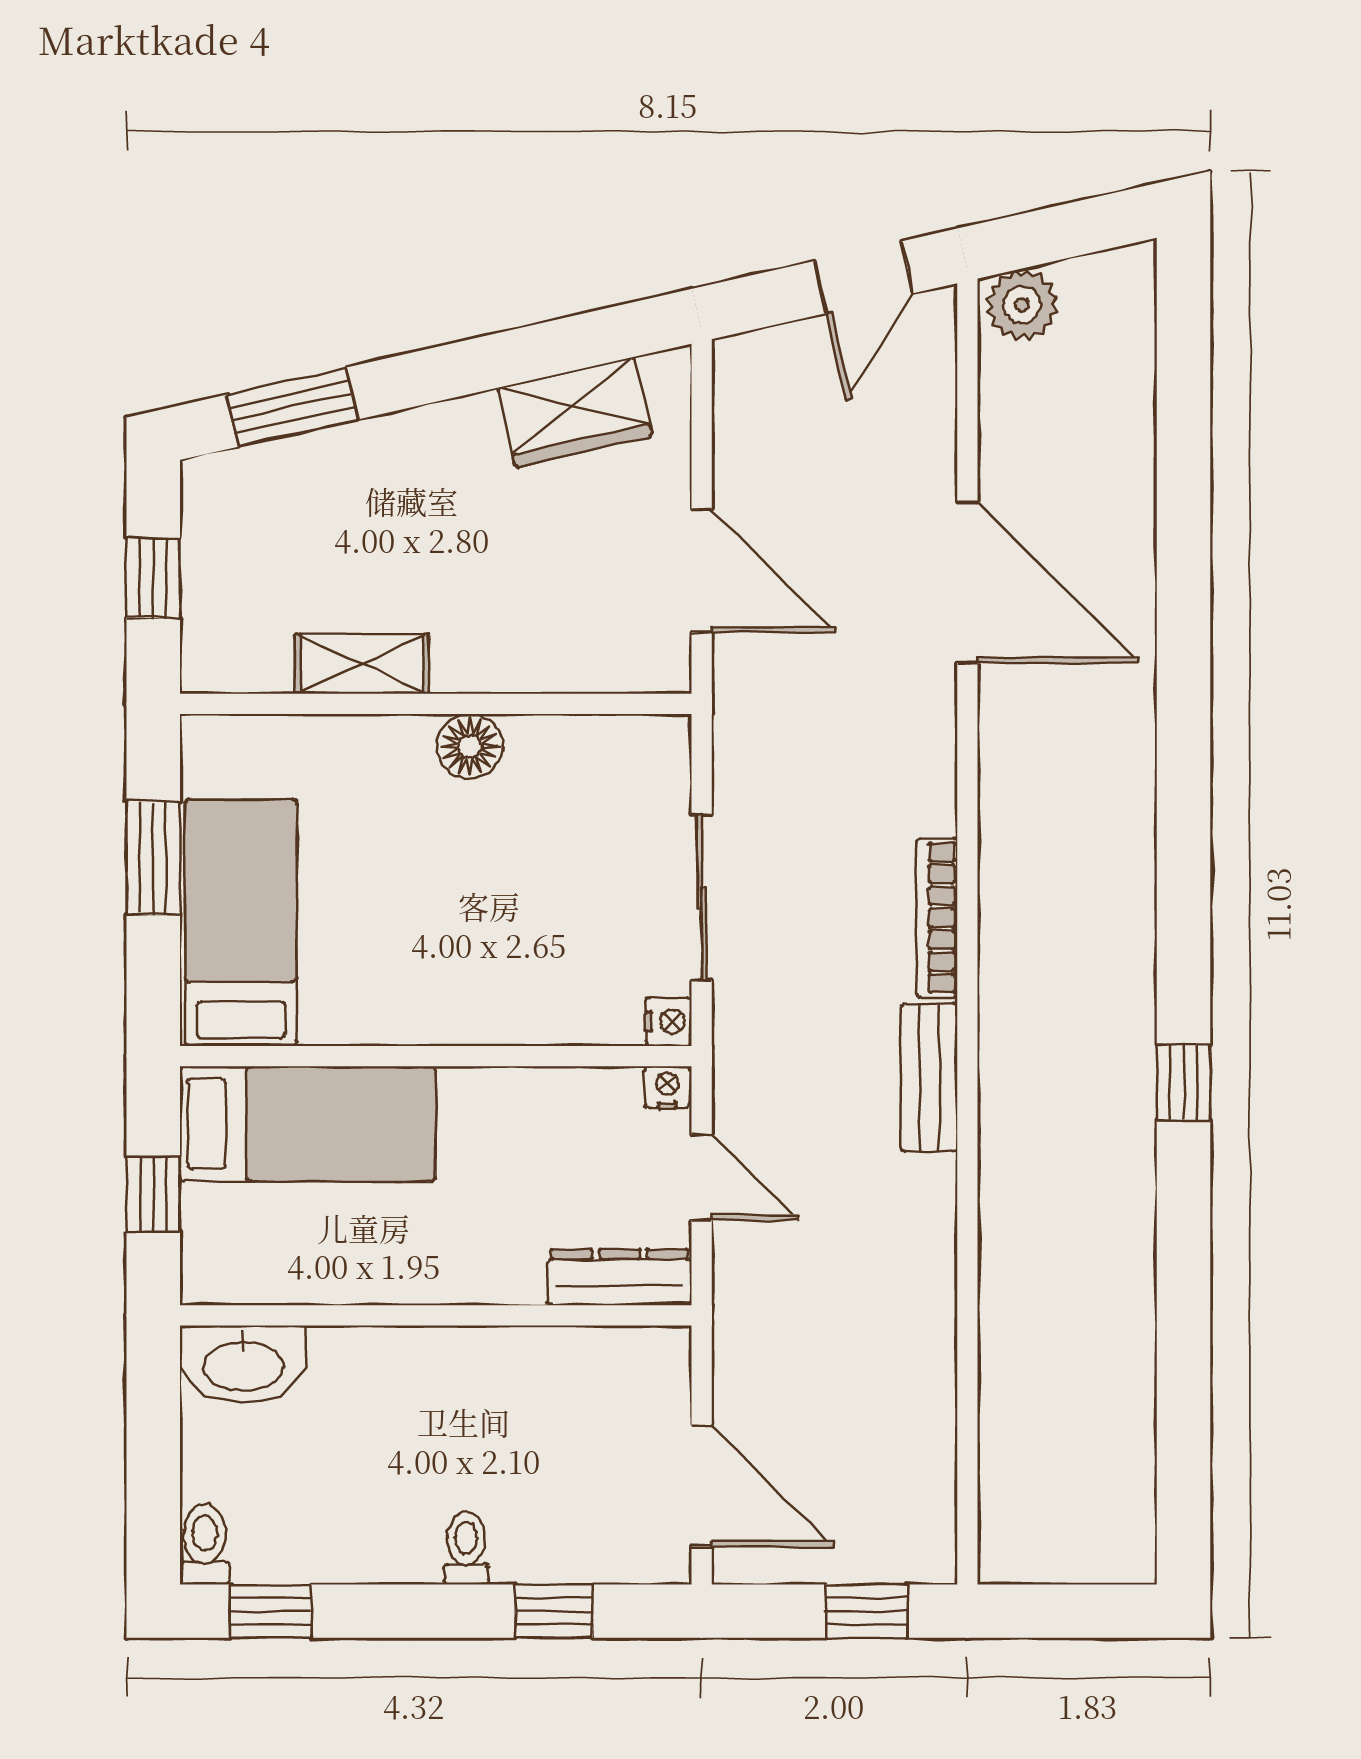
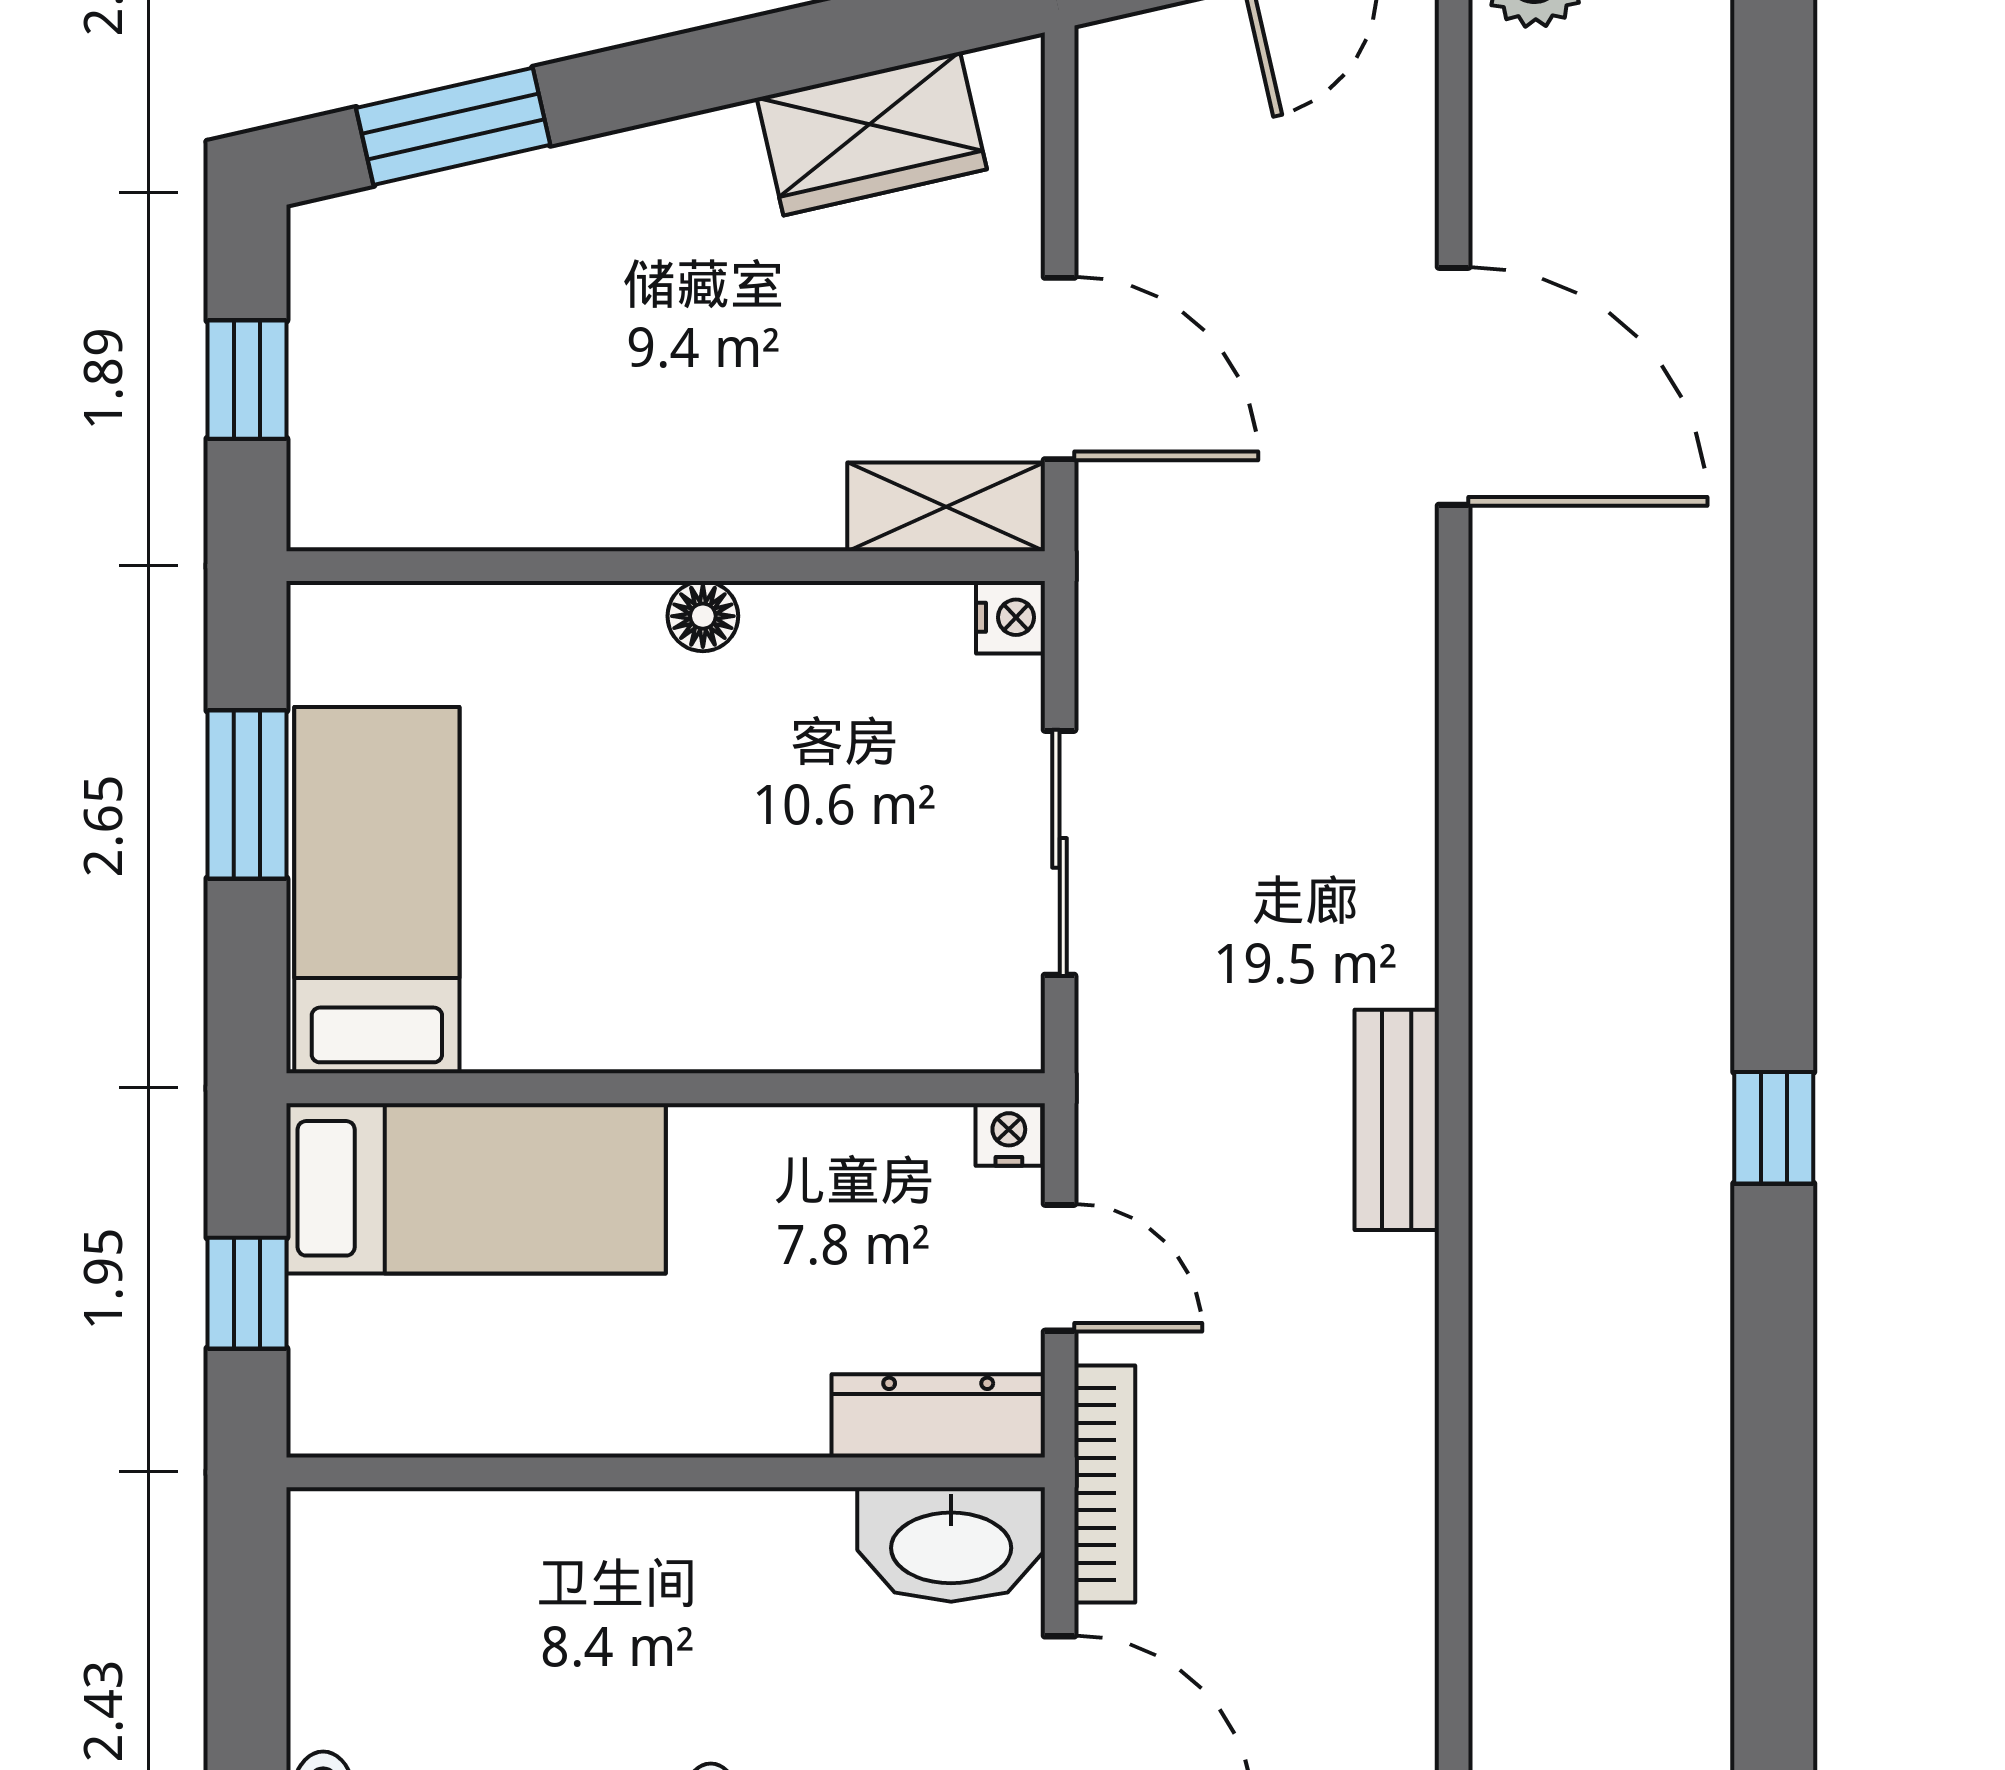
shelving: (362, 664) -> (946, 507), moved
floor lamp: (470, 746) -> (703, 616), width x0.73, depth x0.73
bookcase: (937, 918) -> (1105, 1484), moved, turned 180
nightstand: (668, 1022) -> (1011, 617), moved
washbasin: (243, 1364) -> (951, 1544), moved

